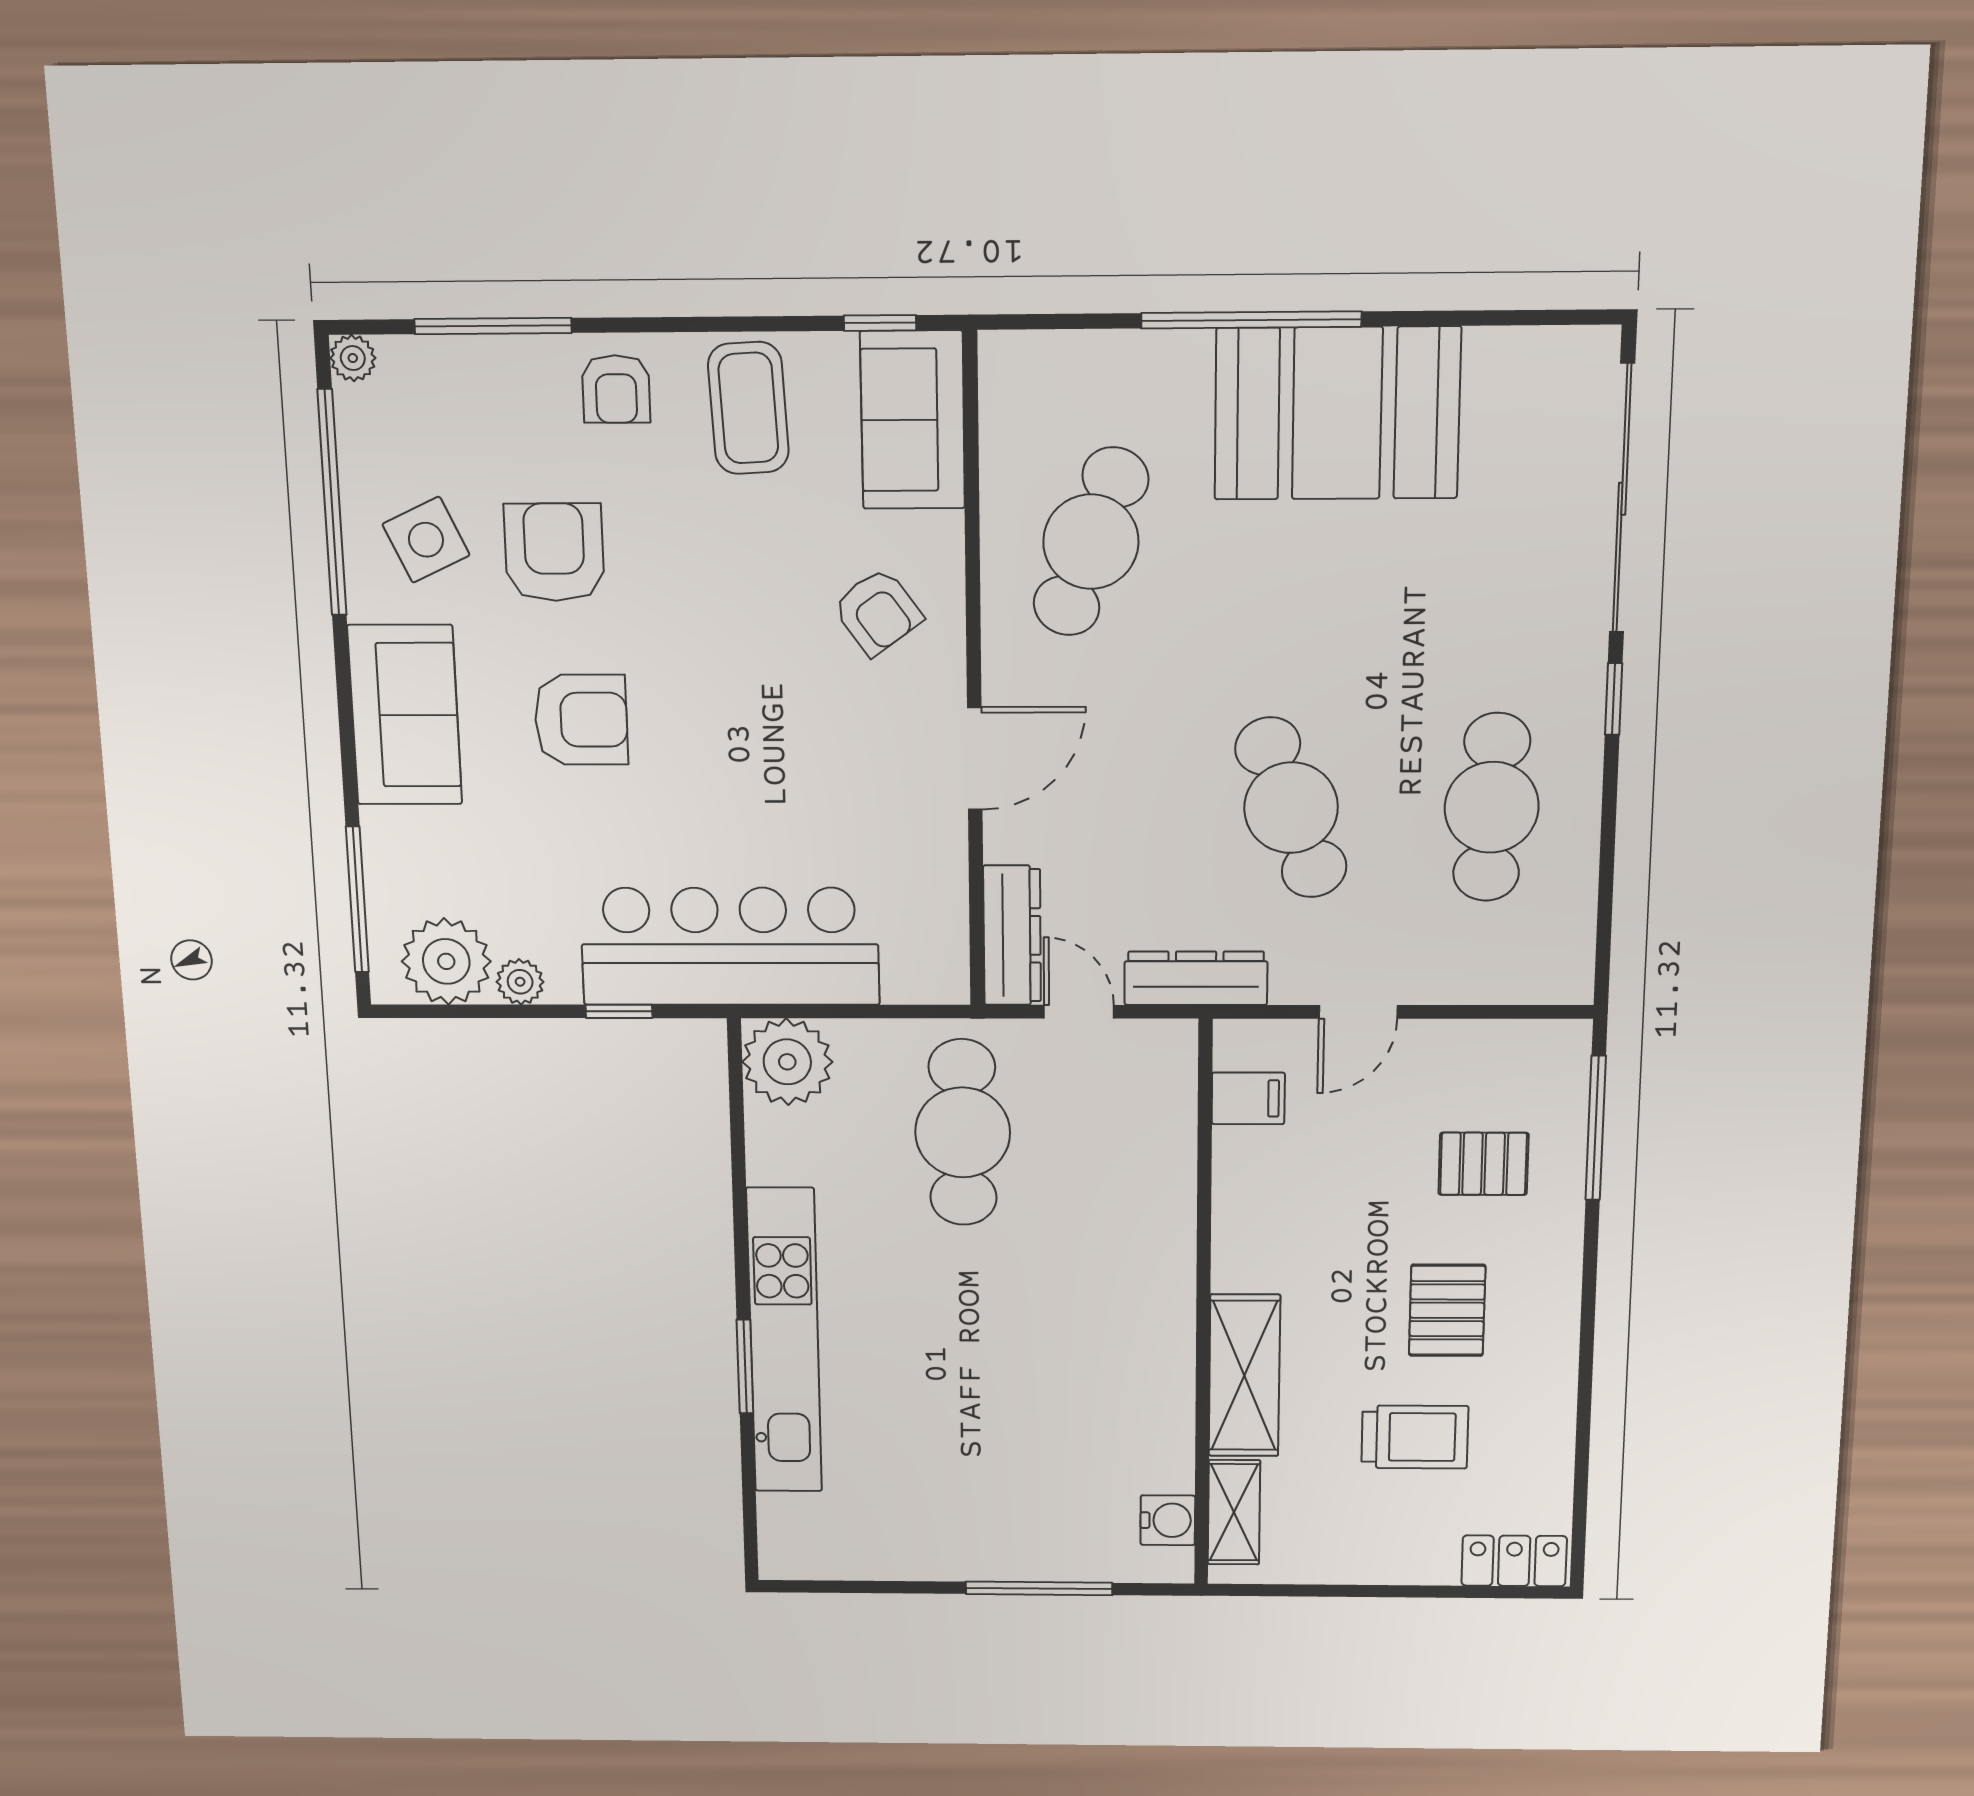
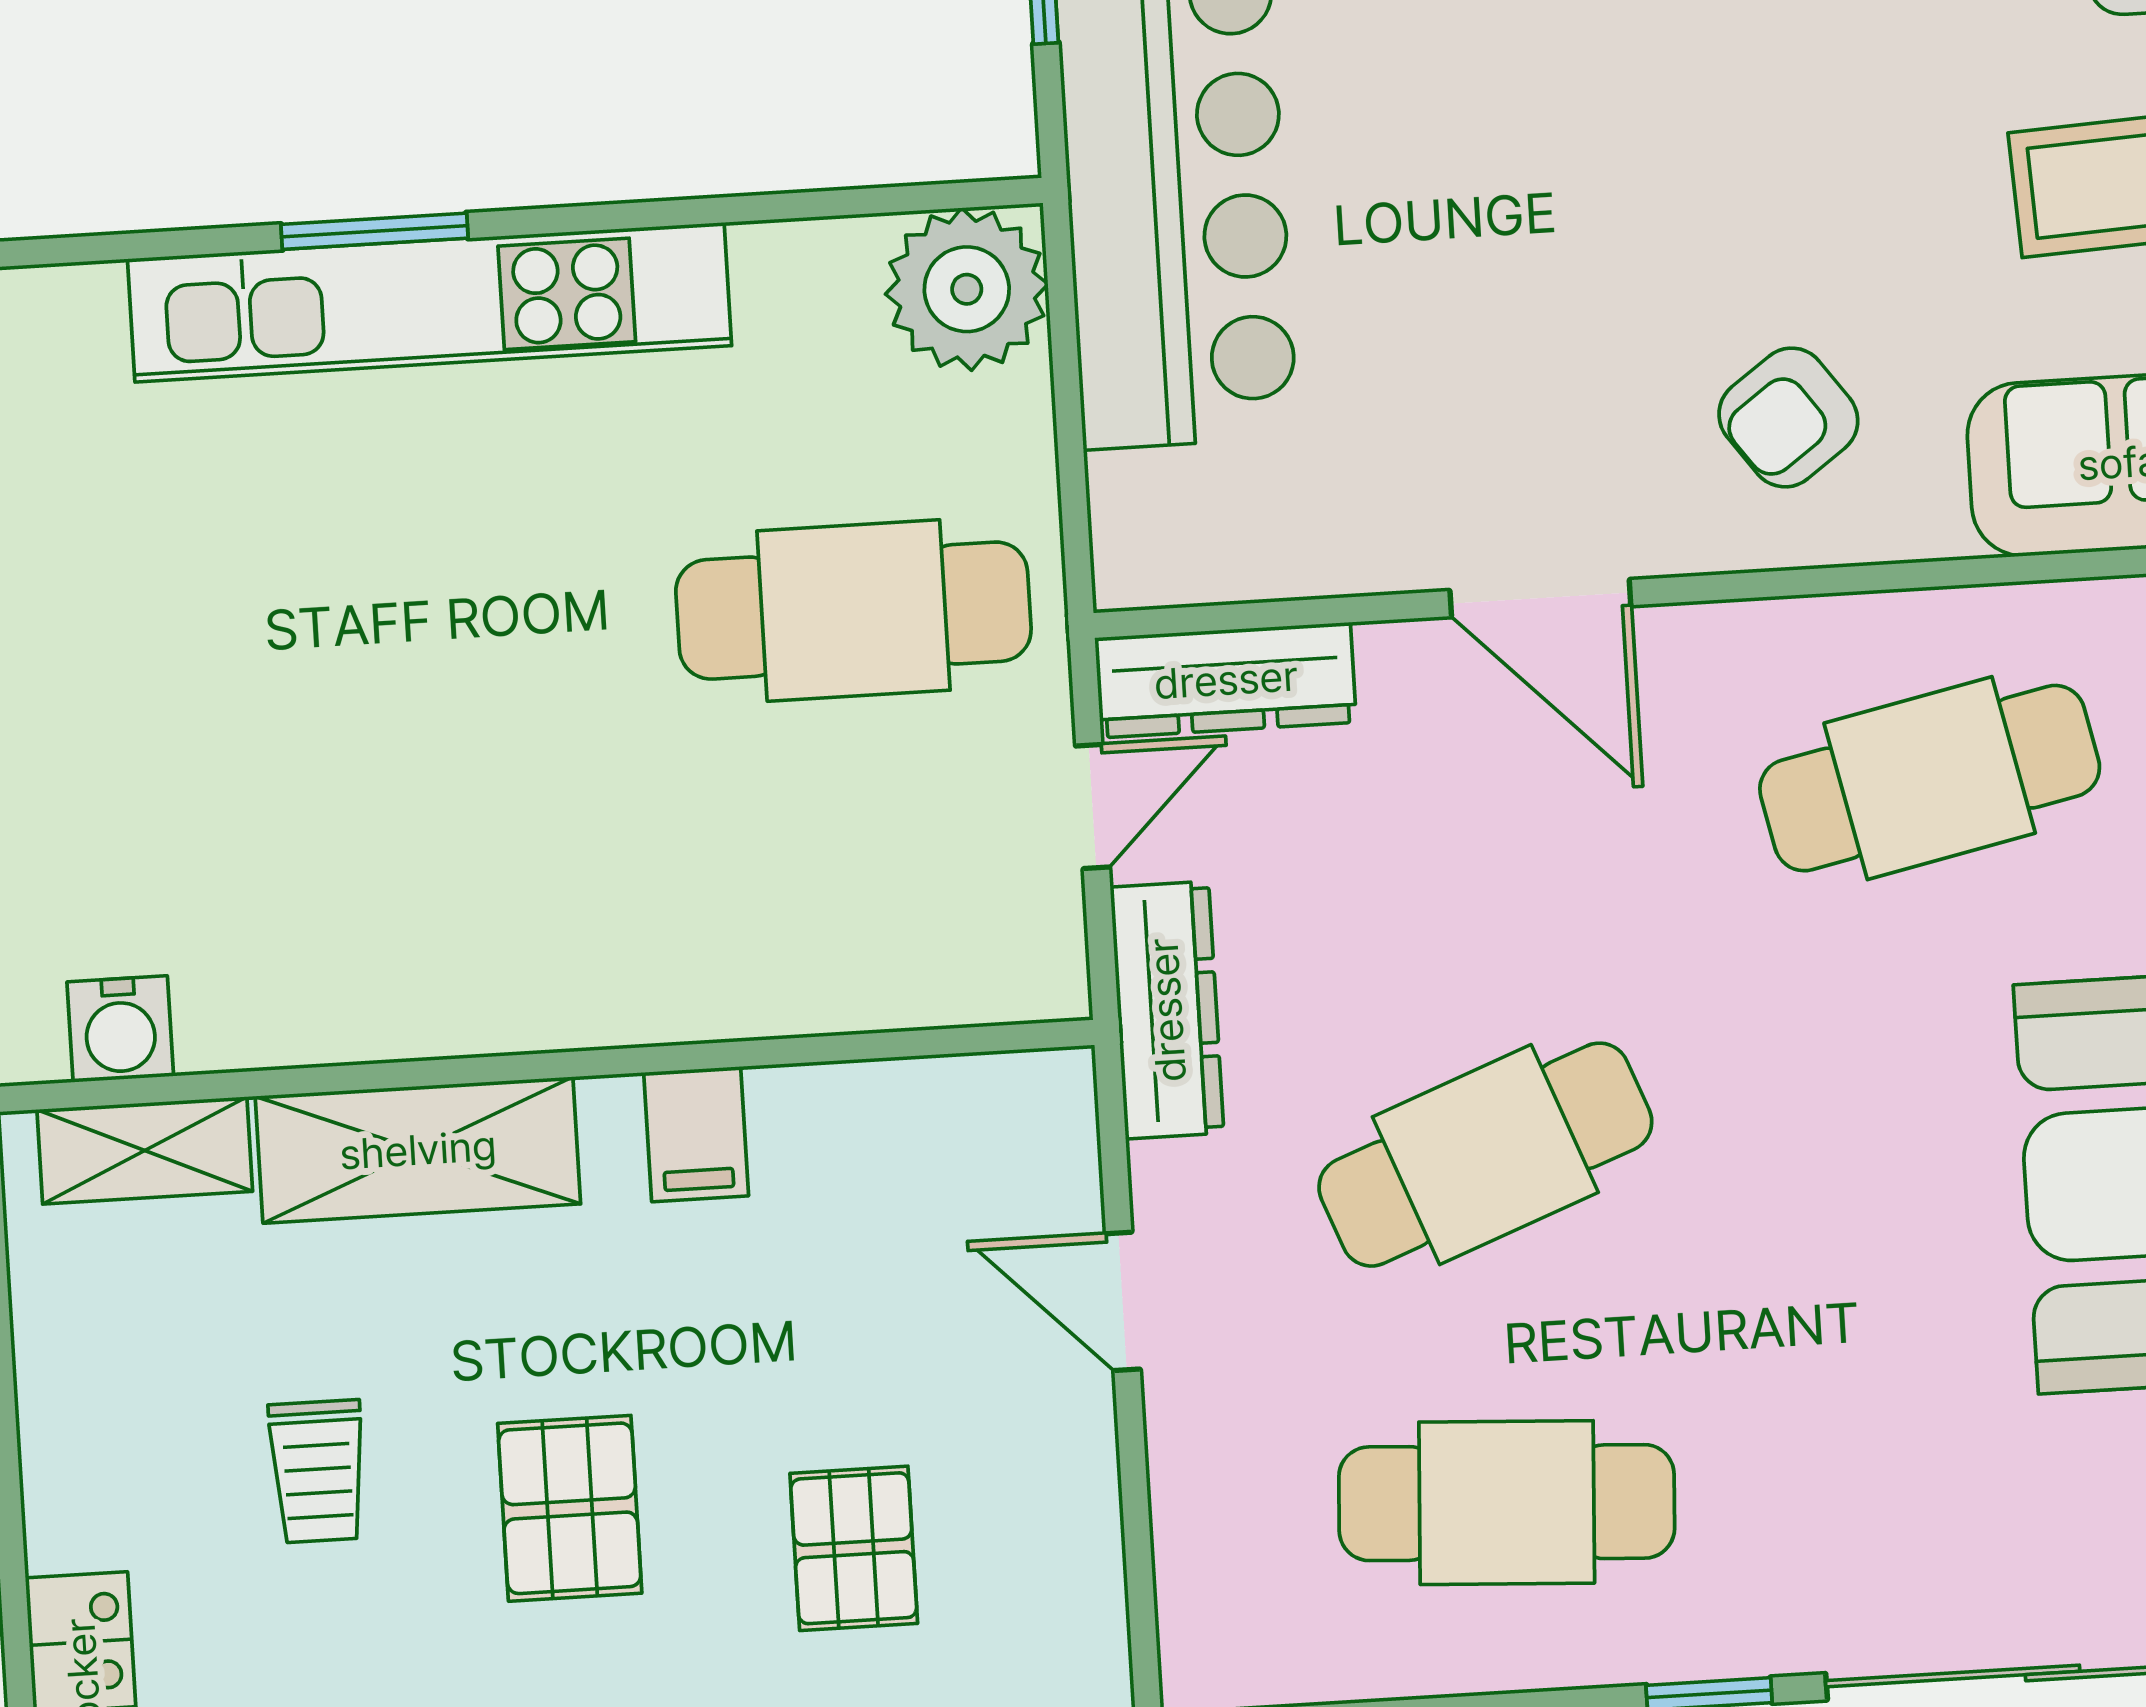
cafe table: (1091, 542) -> (1930, 778), turned -33
filing cabinet: (1248, 1098) -> (696, 1134), moved
pallet: (1447, 1310) -> (570, 1508), turned 90
trolley: (1415, 1437) -> (318, 1471), width x0.73, depth x0.72

